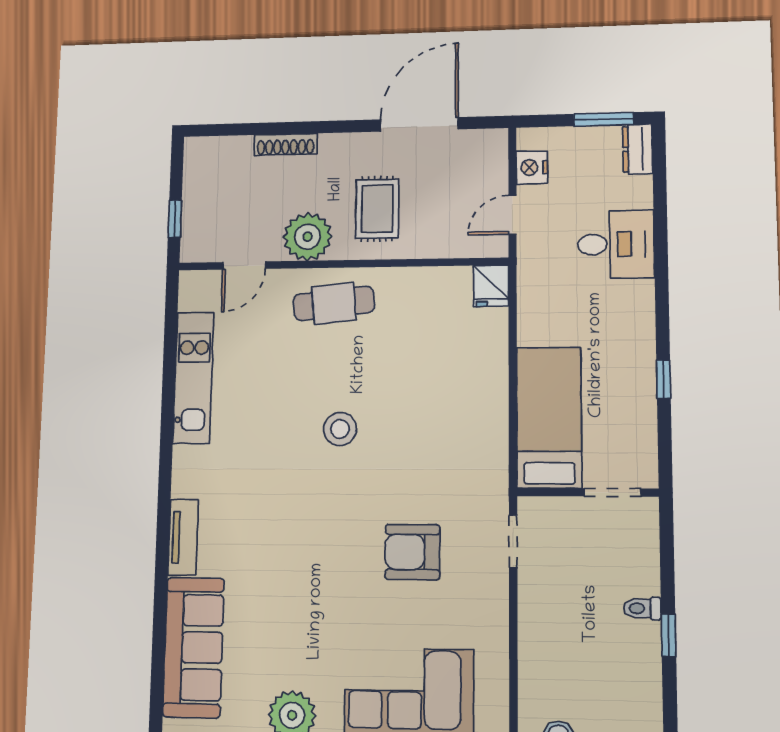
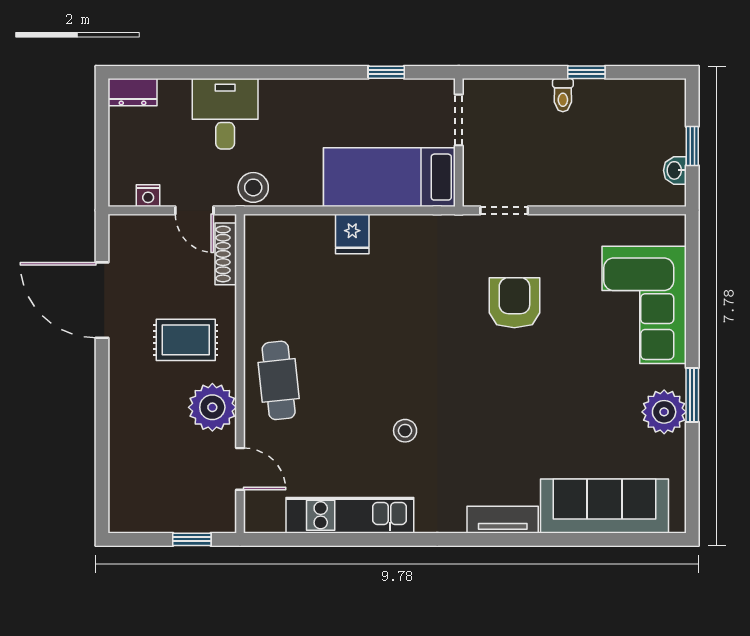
window: (604, 119) -> (102, 124), removed
shoe rack: (286, 144) -> (226, 254), moved, turned 180
nightstand: (532, 167) -> (148, 196), width x0.72, depth x0.74
stool: (537, 275) -> (253, 187), added
fridge: (491, 286) -> (352, 234), moved, turned 90
window: (664, 379) -> (386, 72), moved
stool: (340, 429) -> (405, 431), moved, width x0.73, depth x0.73
armchair: (412, 552) -> (514, 303), turned 180

